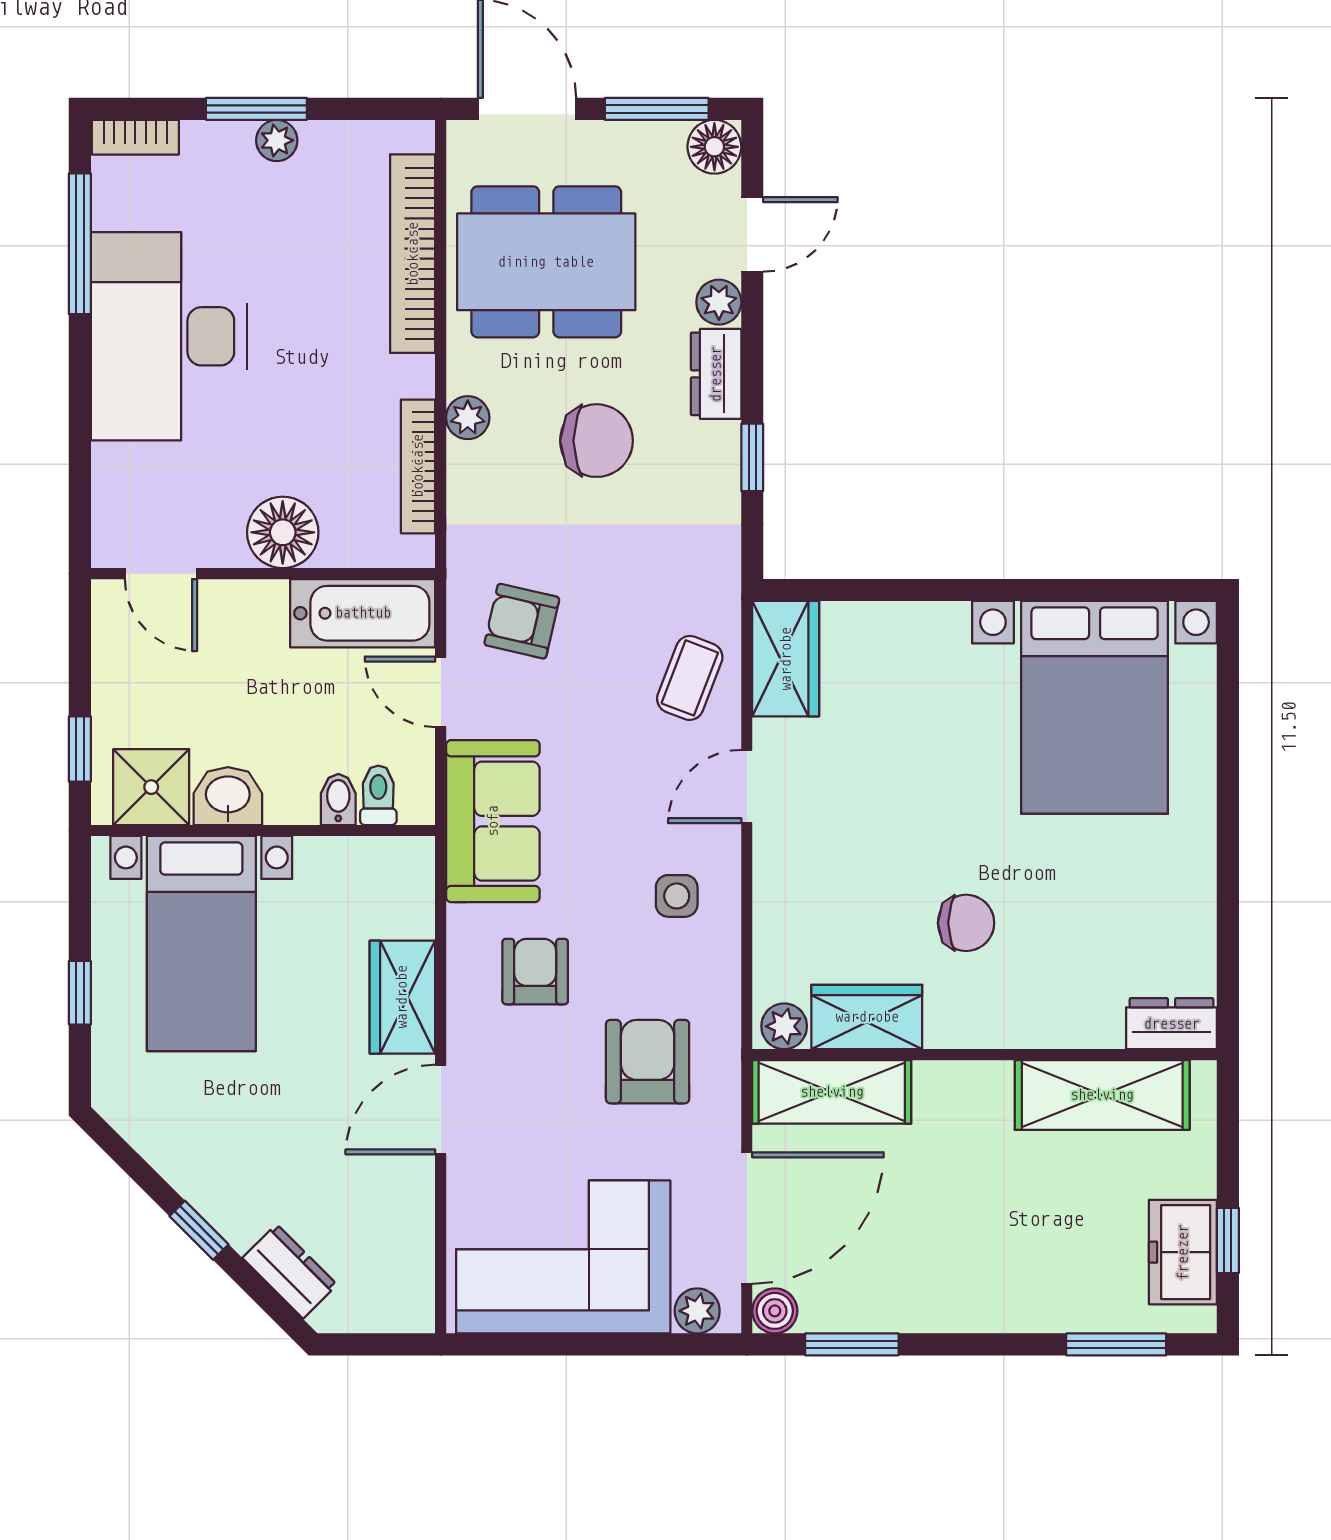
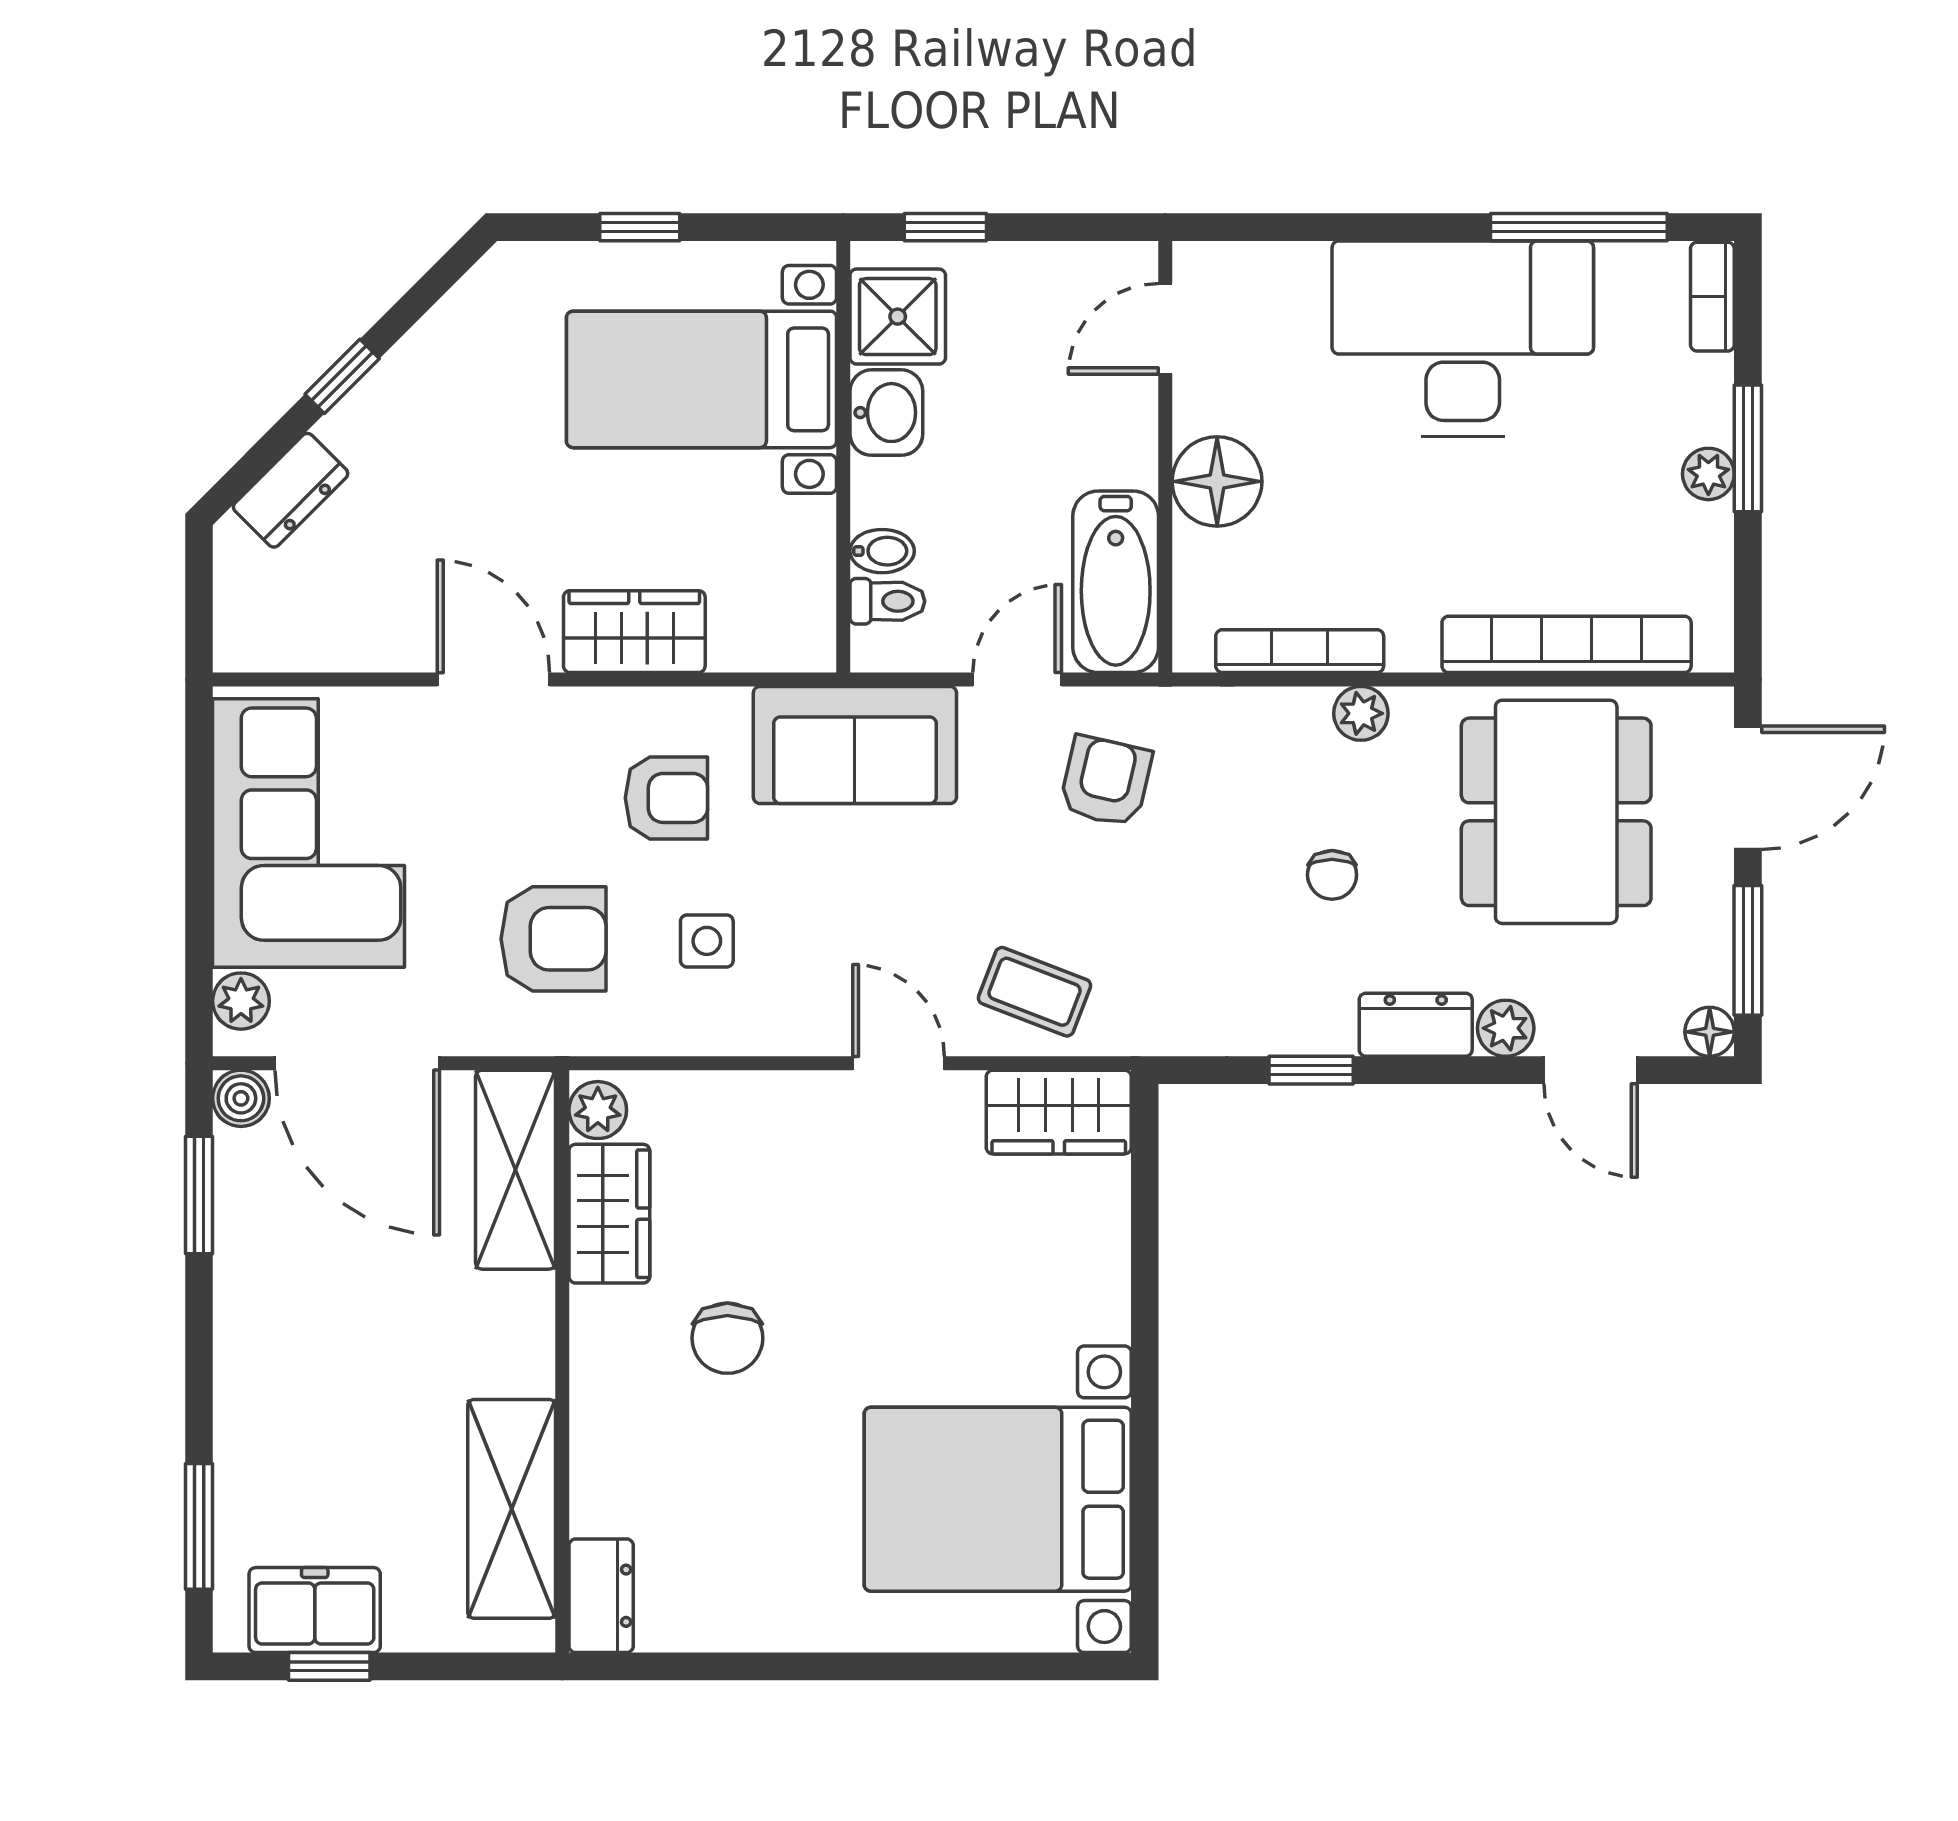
floor lamp: (714, 147) -> (1710, 1032), width x0.73, depth x0.73
chair: (597, 441) -> (1332, 875), width x0.54, depth x0.54
side table: (677, 896) -> (707, 941), moved

